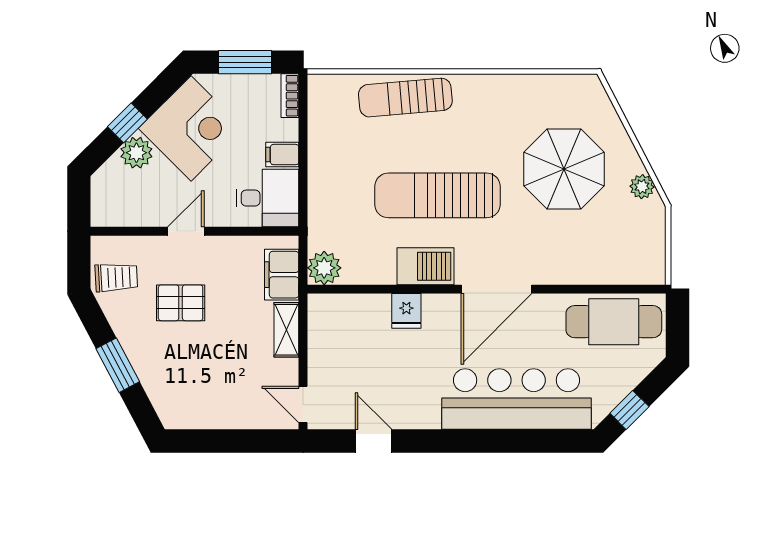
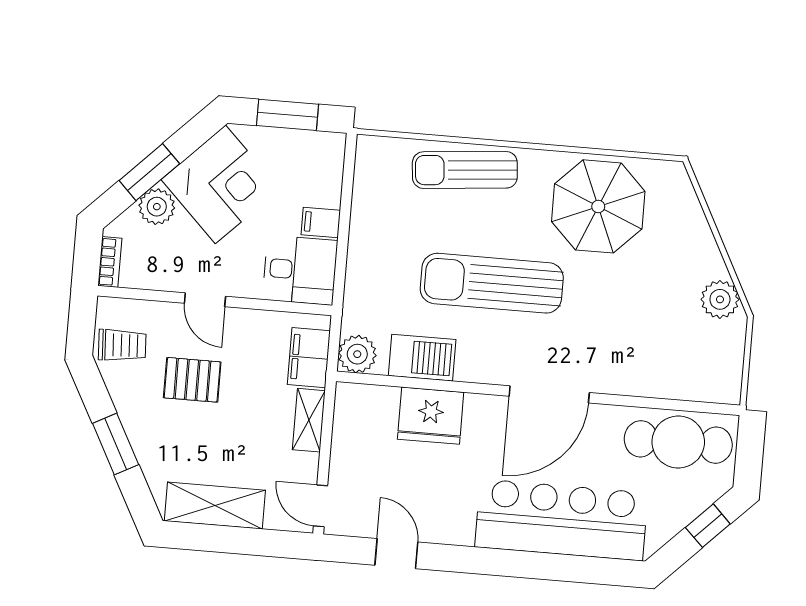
bookcase: (290, 96) -> (110, 262), moved, turned 180
window: (127, 123) -> (149, 172), width x1.50
parasol: (564, 169) -> (598, 206), moved
plant: (642, 187) -> (720, 299), width x1.38, depth x1.38
door: (186, 231) -> (205, 300), swing flipped
barbecue: (426, 266) -> (422, 358), moved
fridge: (406, 311) -> (431, 416), width x1.88, depth x1.34
window: (629, 410) -> (708, 526), moved
shelving: (210, 412) -> (215, 506), added

